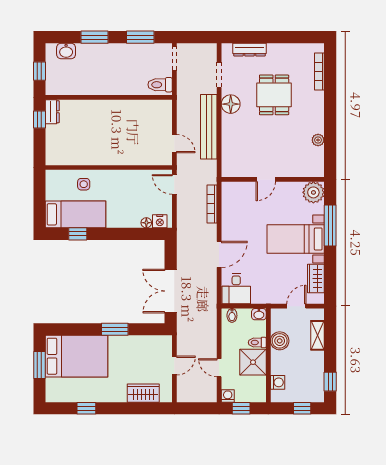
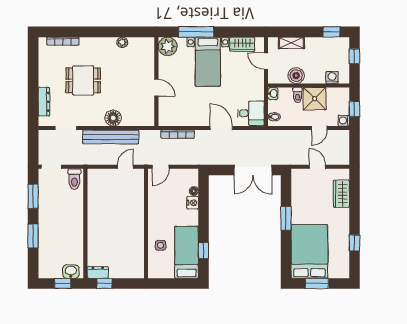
washbasin: (66, 51) -> (71, 272), moved, turned -90
floor lamp: (231, 104) -> (113, 118), moved
nightstand: (160, 221) -> (193, 203), moved

